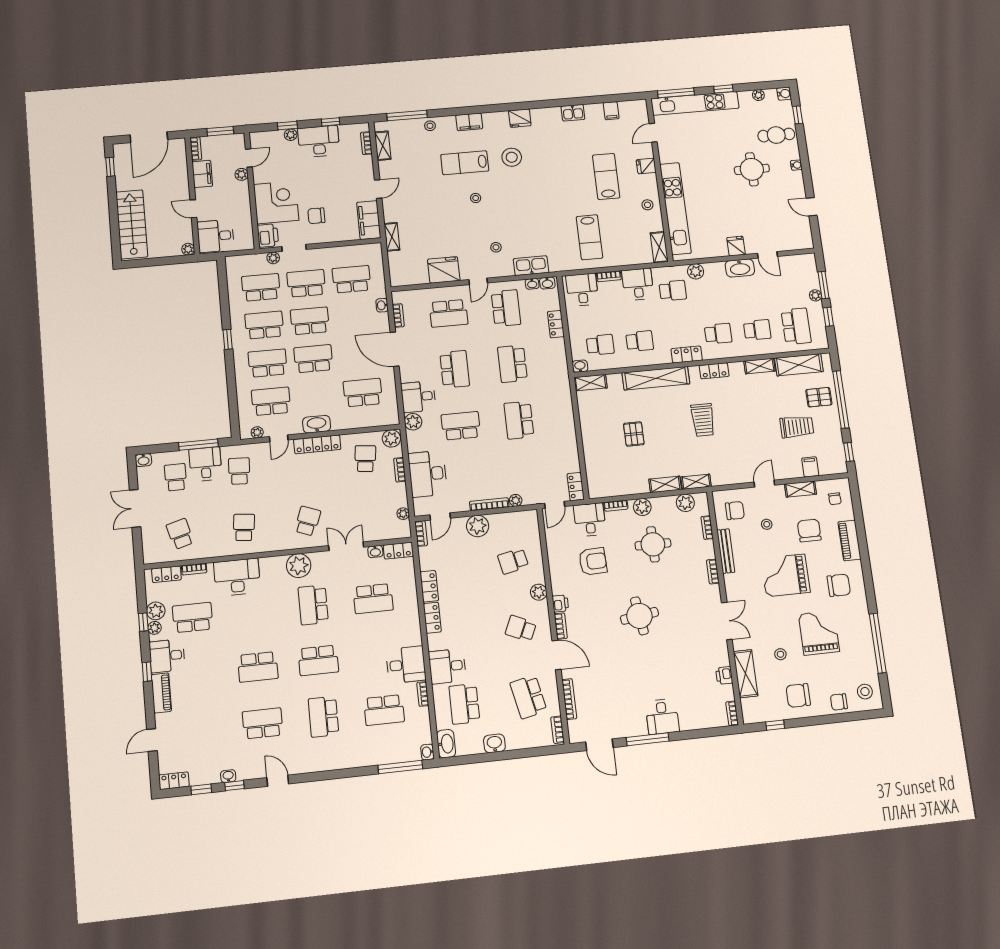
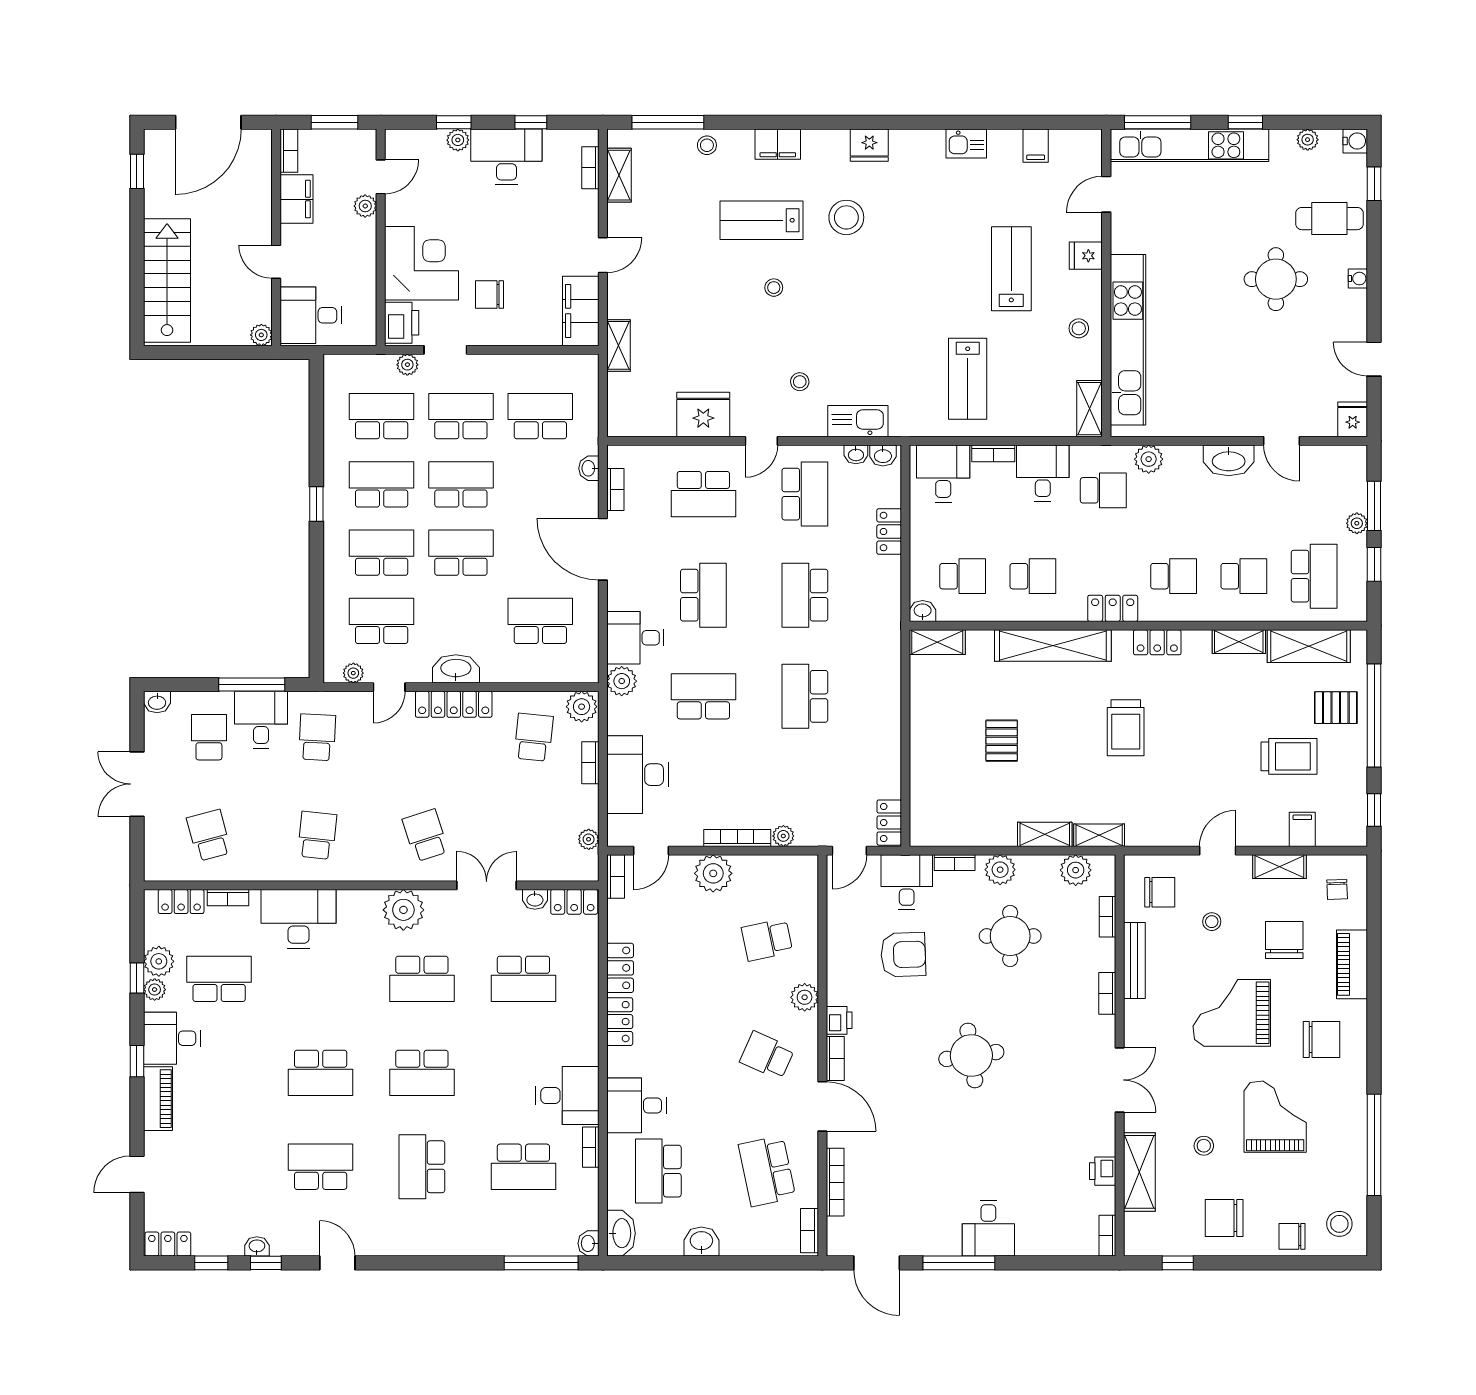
fridge: (736, 246) -> (1353, 419), moved
school desk: (308, 521) -> (425, 835), turned -39
school desk: (313, 605) -> (422, 979), turned -90

